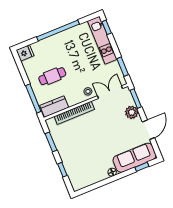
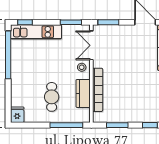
window: (58, 30) -> (8, 55), moved
kitchen counter: (54, 107) -> (83, 93), moved
plant: (132, 112) -> (121, 32), removed

